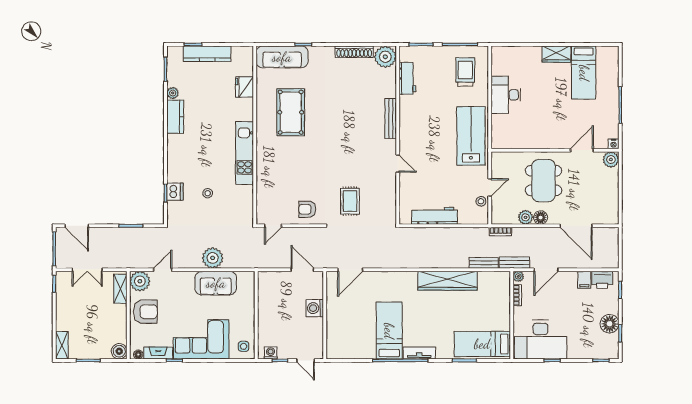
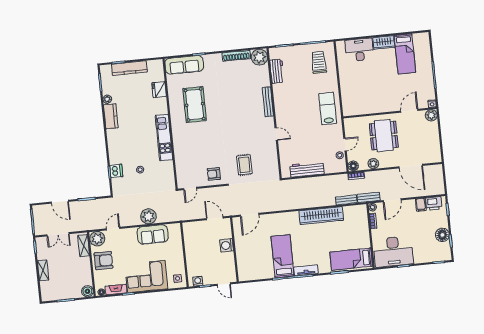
desk: (506, 95) -> (359, 50), moved, turned 90
lab bench: (471, 136) -> (328, 108), width x0.73, depth x0.72
floor lamp: (541, 218) -> (353, 166), moved
door: (77, 226) -> (60, 202), moved
shelving: (62, 345) -> (43, 270), moved

